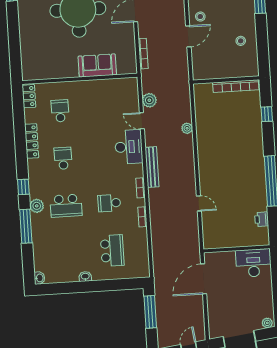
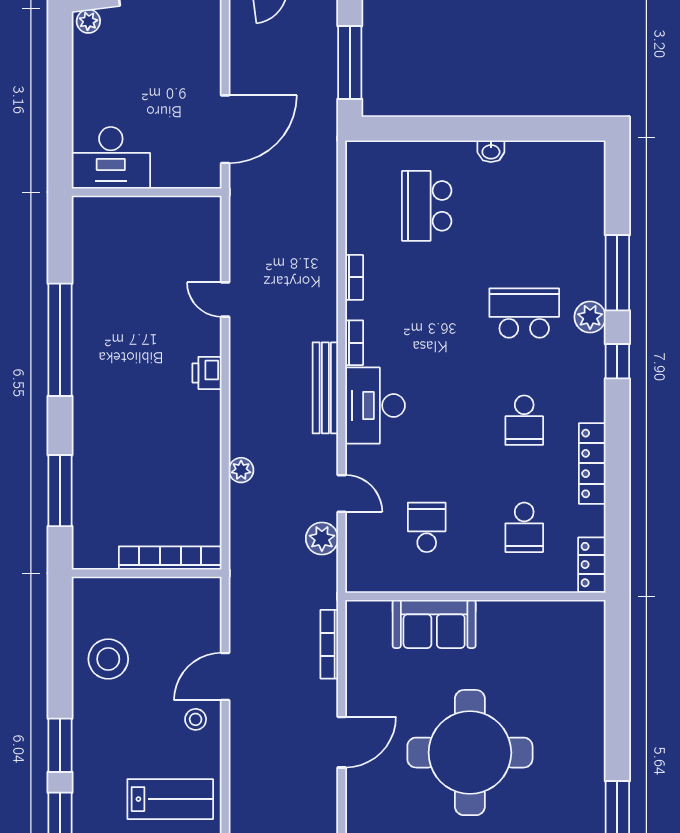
stool: (241, 41) -> (108, 659), width x1.89, depth x1.89
bookcase: (236, 86) -> (170, 558), moved
window: (267, 114) -> (60, 491), width x2.17
desk: (129, 147) -> (375, 405), moved
school desk: (109, 203) -> (427, 527), moved, turned -90
printer: (262, 219) -> (207, 373), moved, turned 180
washbasin: (39, 278) -> (594, 154), removed

